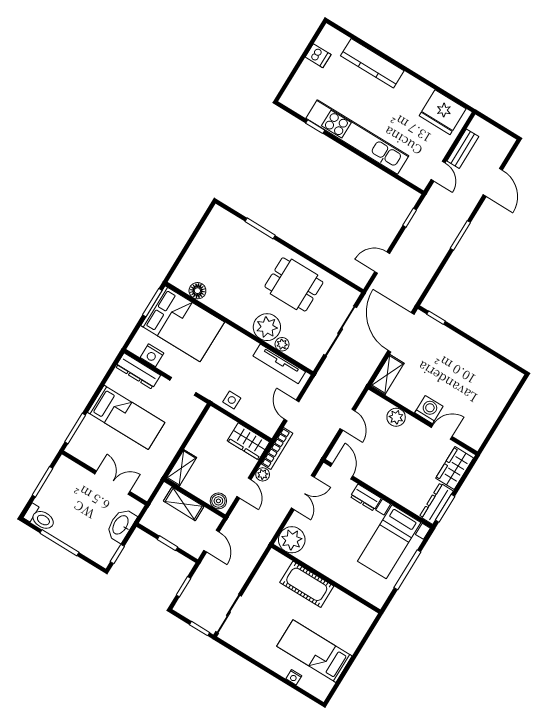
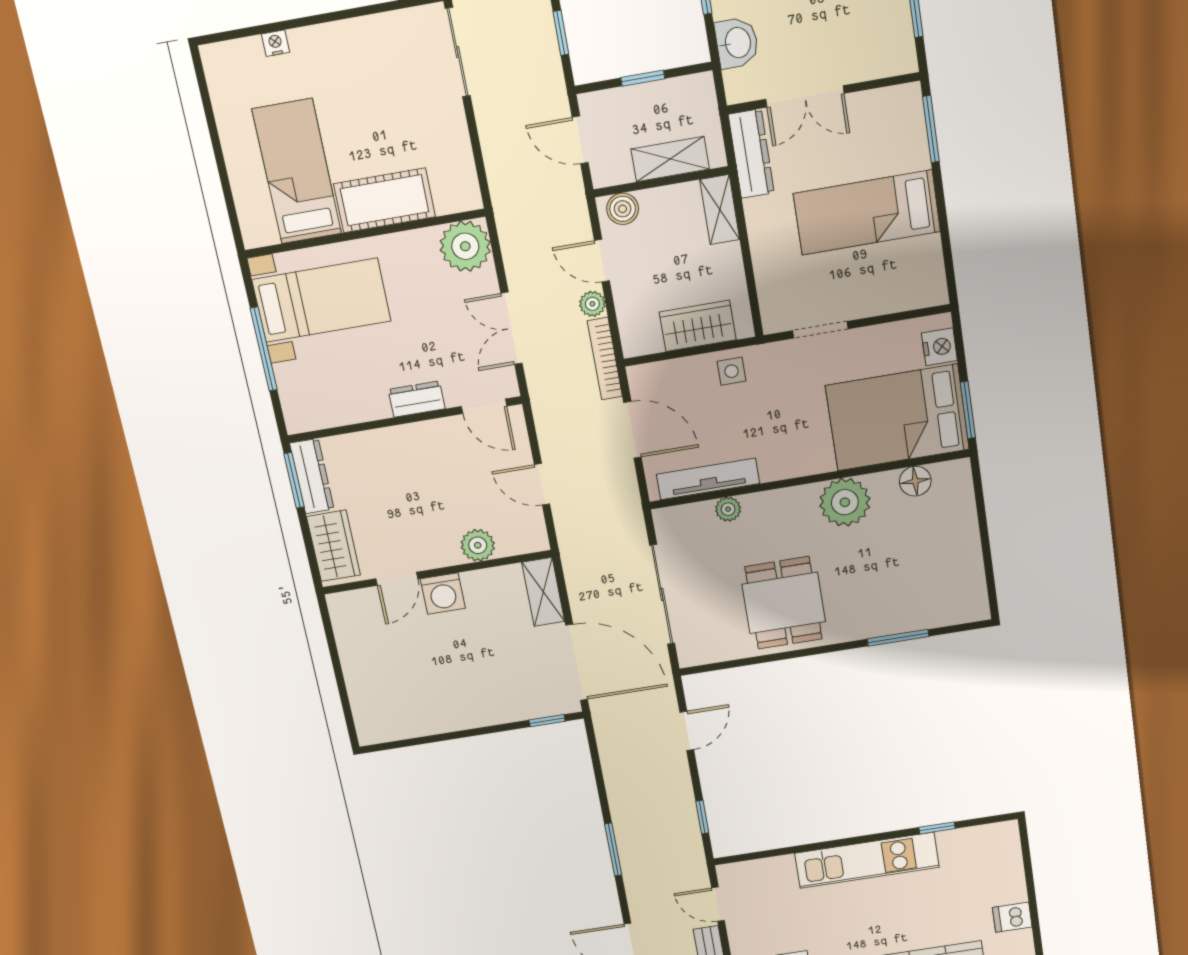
kitchen unit: (357, 137) -> (867, 860), width x0.73
dining table: (294, 284) -> (784, 603), turned 90
plant: (267, 327) -> (845, 502), moved
nightstand: (152, 355) -> (939, 347), moved, turned 90
dresser: (138, 371) -> (751, 154), moved, turned 90
door: (292, 410) -> (632, 430), width x1.38
wardrobe: (248, 441) -> (698, 326), moved
washbasin: (121, 525) -> (737, 43), width x0.72
bed with nightstands: (389, 542) -> (321, 300), moved, turned 90
bed: (314, 651) -> (297, 171), moved, turned -90

